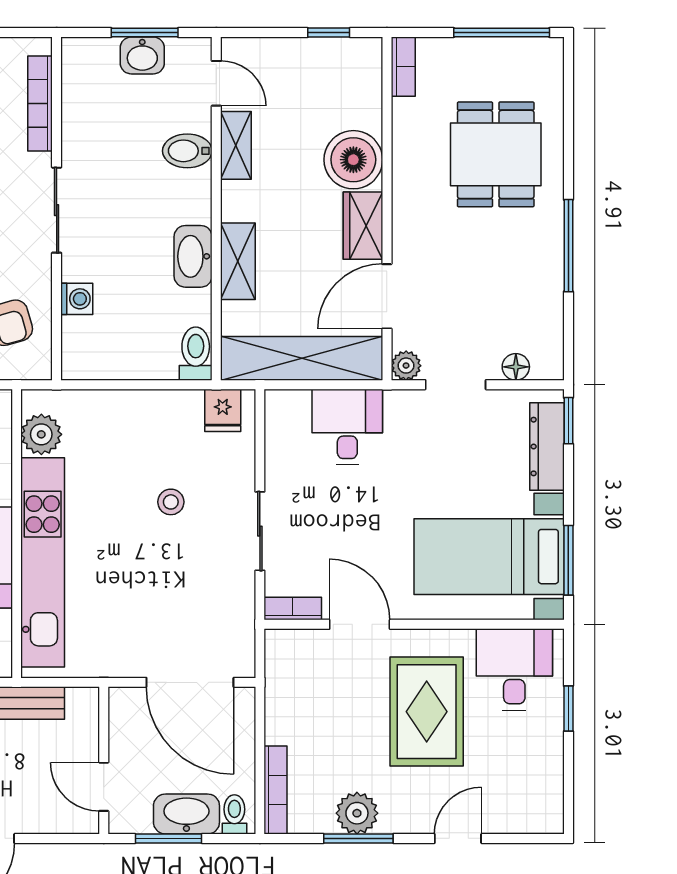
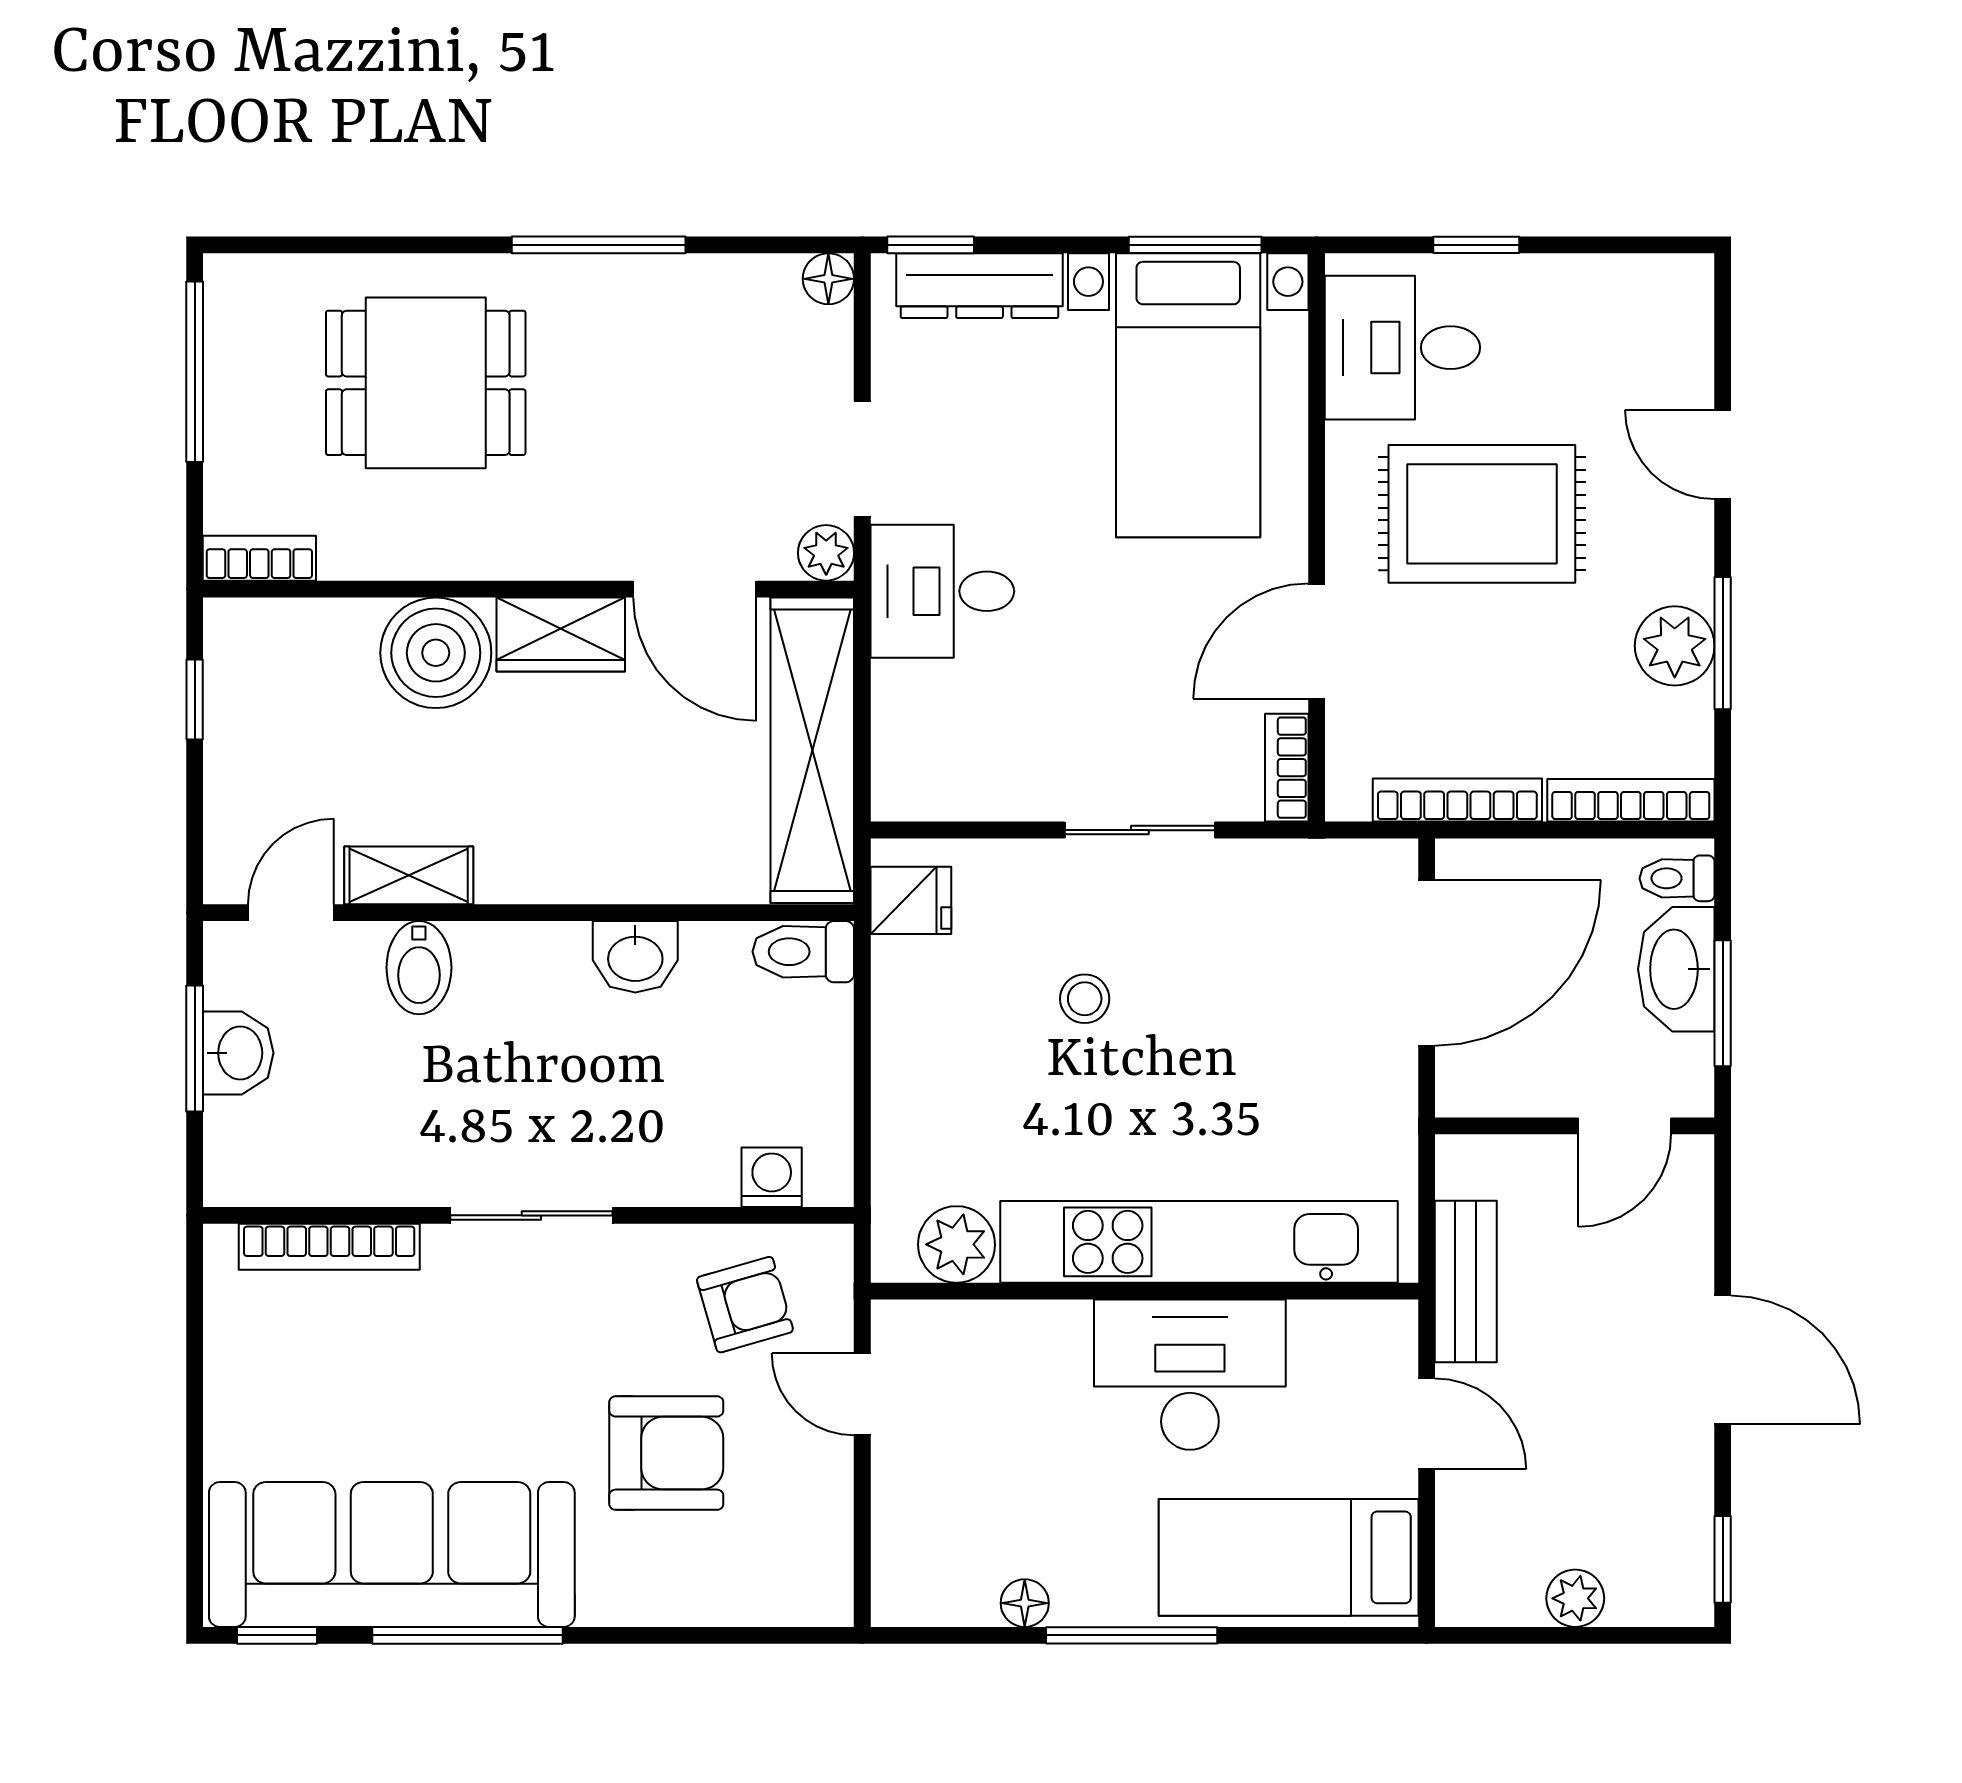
washbasin: (193, 256) -> (635, 957), width x0.72
shelving: (238, 261) -> (628, 872), removed
washing machine: (77, 299) -> (772, 1177), moved
floor lamp: (516, 367) -> (828, 279), moved
desk: (347, 427) -> (942, 591), moved
bookcase: (276, 699) -> (1457, 800), added

